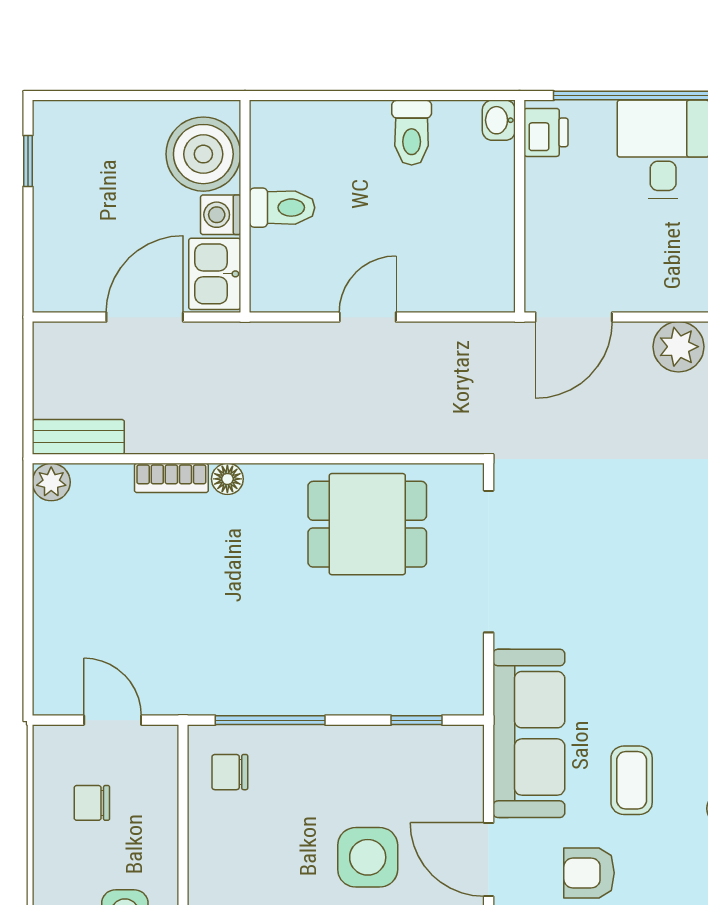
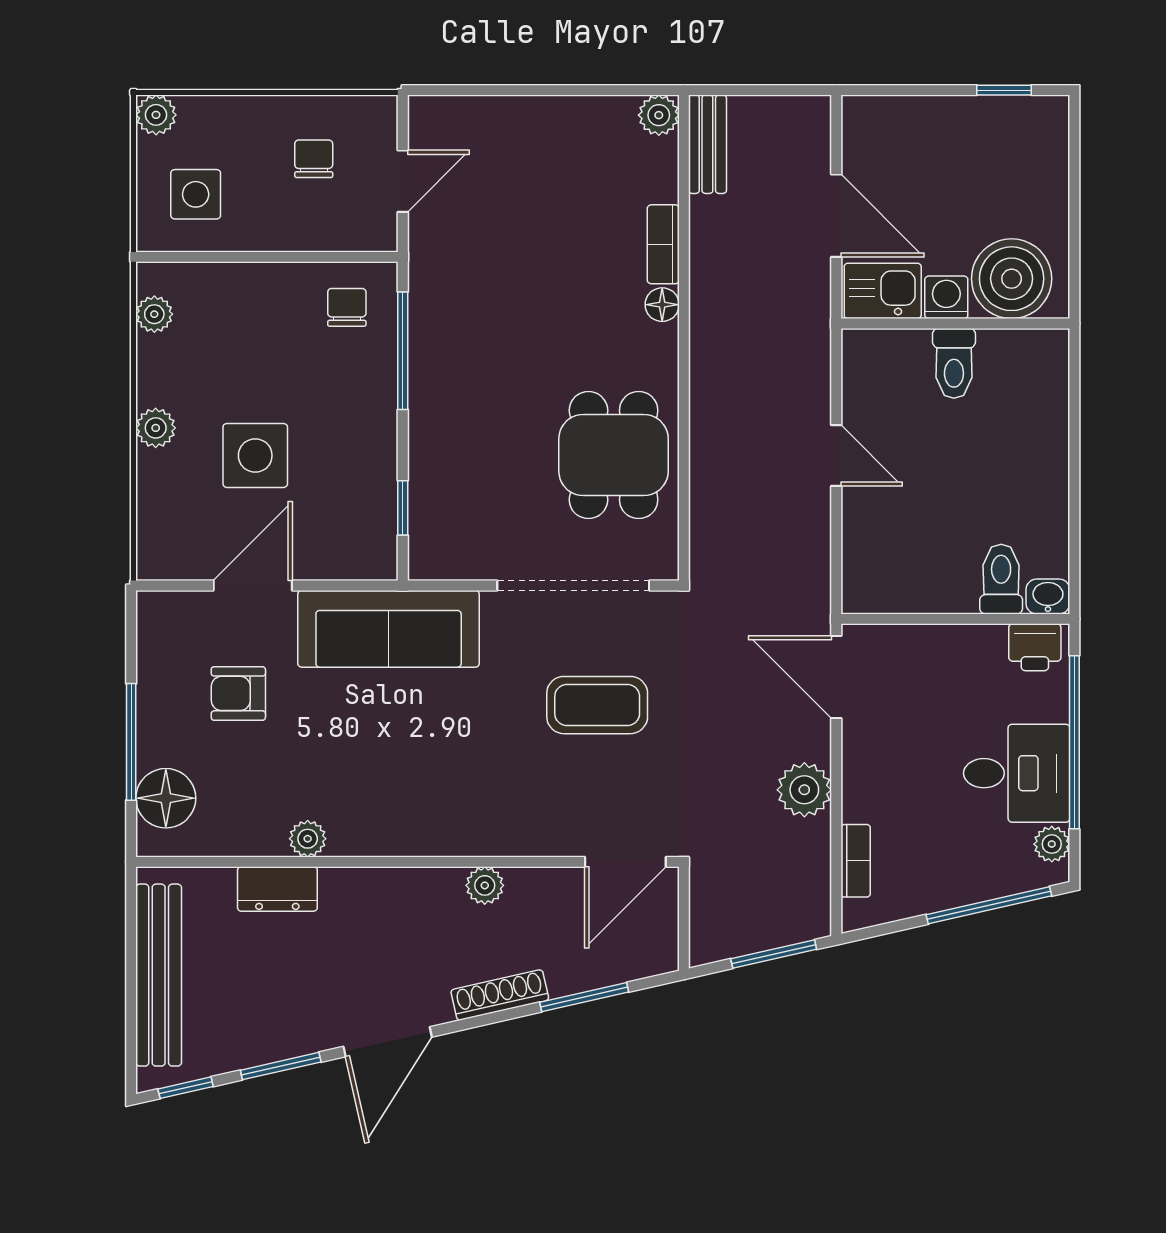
toilet: (412, 133) -> (1001, 579), moved, turned 90
coffee table: (632, 780) -> (597, 705), moved, width x1.36, depth x1.30
armchair: (589, 873) -> (238, 693), turned -90

